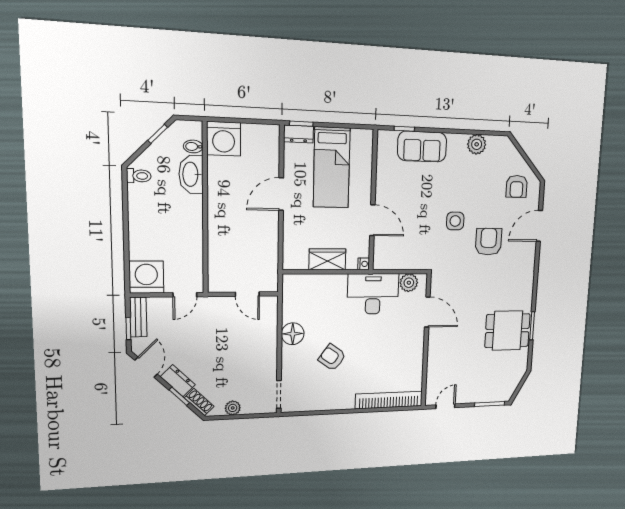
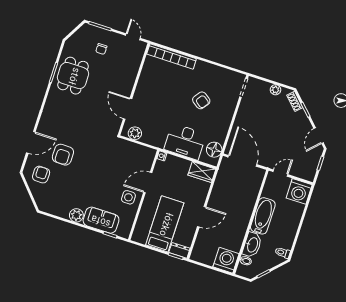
plant: (477, 144) -> (76, 215), moved
door: (372, 220) -> (148, 183), hinge flipped
side table: (455, 221) -> (128, 197), moved
bathtub: (190, 223) -> (263, 216), added
armchair: (489, 242) -> (63, 155), moved
wardrobe: (327, 259) -> (202, 172), moved
door: (247, 294) -> (242, 161), width x1.87
desk: (373, 294) -> (185, 142), moved
bench: (138, 317) -> (312, 169), removed
dining table: (507, 331) -> (73, 76), turned 90
floor lamp: (293, 334) -> (214, 150), moved
chair: (481, 377) -> (101, 49), added
dresser: (178, 381) -> (303, 120), removed
door: (445, 406) -> (133, 37), swing flipped

